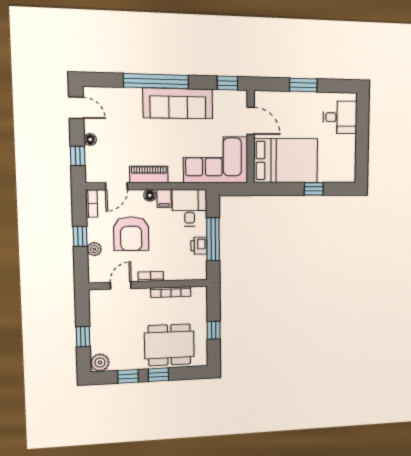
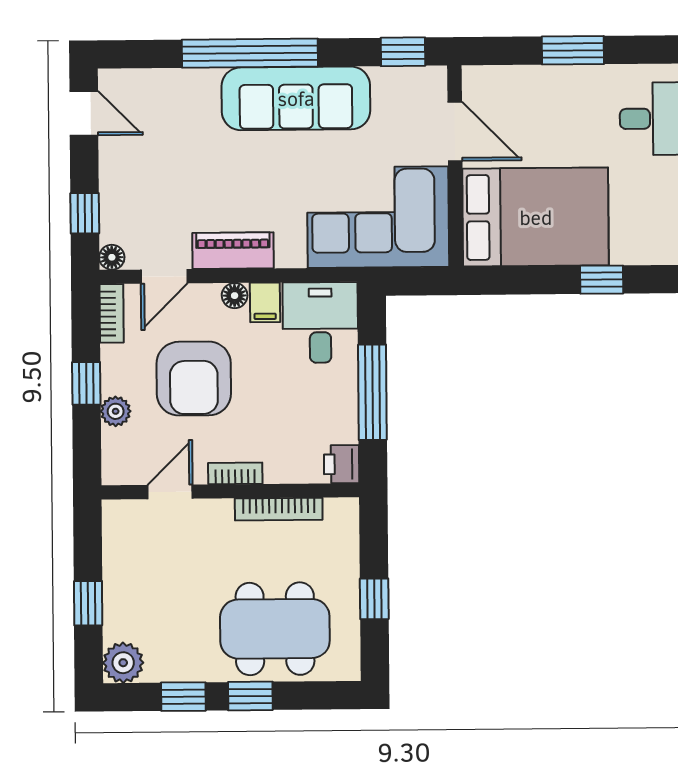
floor lamp: (90, 139) -> (112, 257), moved
printer: (199, 246) -> (342, 464), moved

